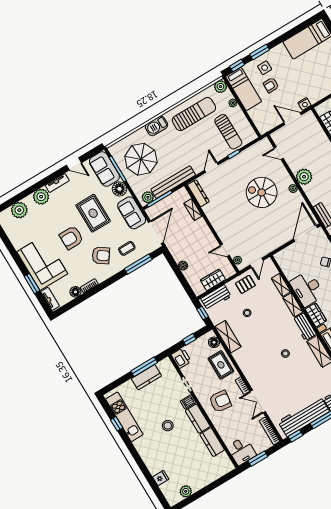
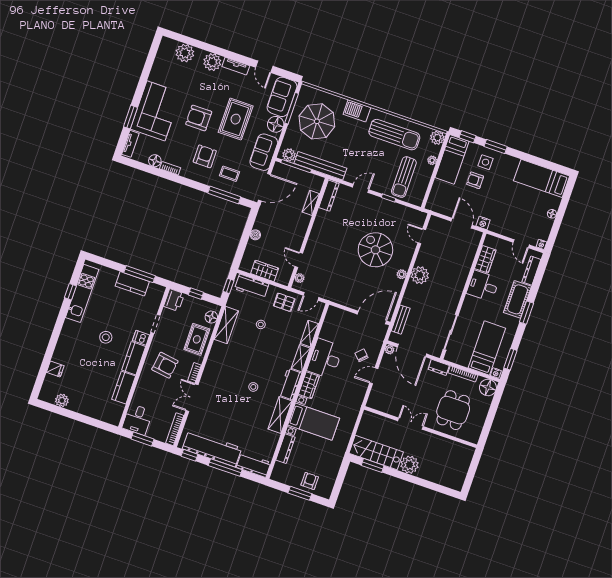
armchair: (101, 255) -> (205, 156), turned -125

